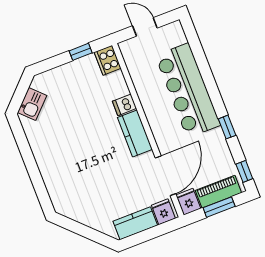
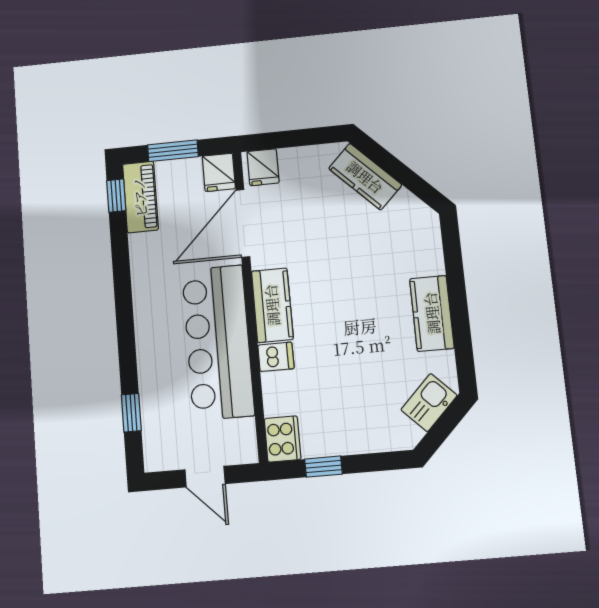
bar counter: (188, 90) -> (218, 342), moved, turned 180
window: (227, 127) -> (131, 413), moved
kitchen counter: (44, 154) -> (432, 313), added
piano: (218, 192) -> (140, 197), moved, turned -90
kitchen counter: (135, 223) -> (365, 177), moved, turned 45

